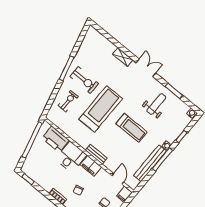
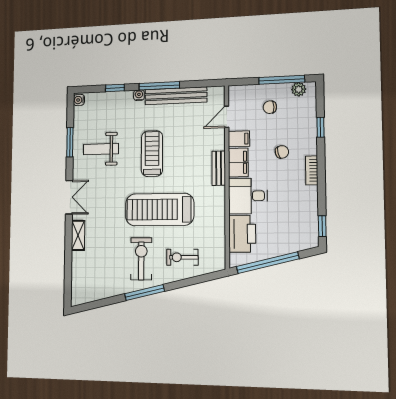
double door: (146, 68) -> (69, 197), swing flipped
filing cabinet: (124, 194) -> (239, 139), moved

